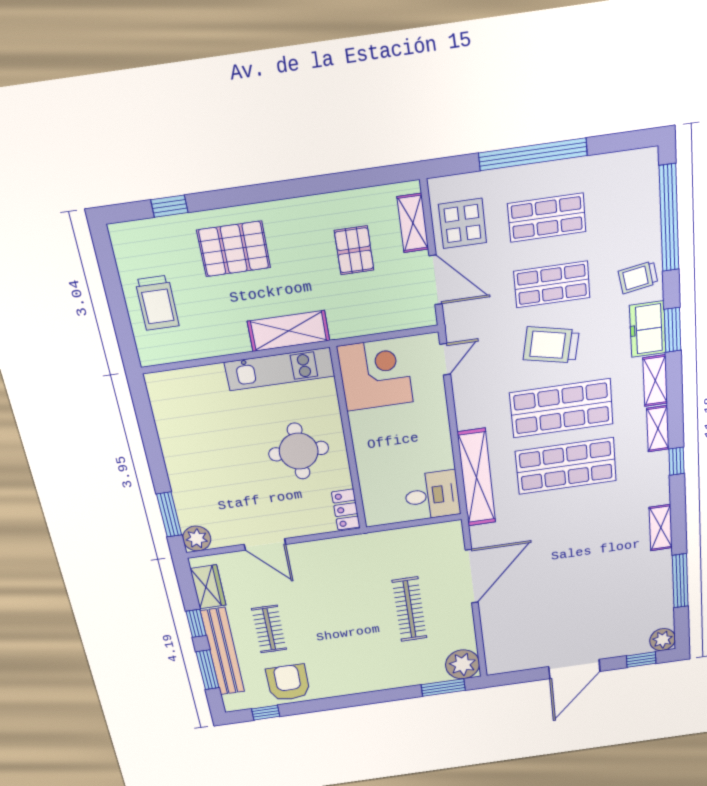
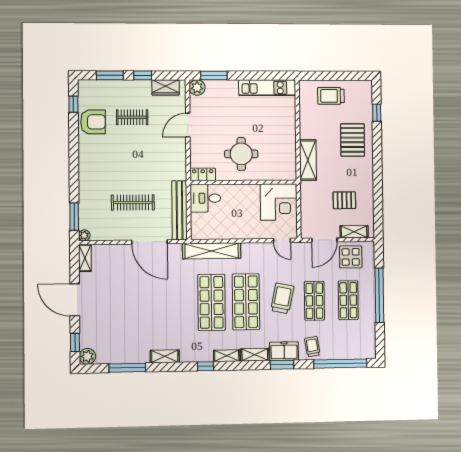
kitchen unit: (280, 369) -> (267, 88), moved, turned -90
desk: (432, 495) -> (205, 198), moved, turned 90
bench: (223, 652) -> (180, 210), moved, turned 90
plant: (463, 664) -> (84, 235), width x0.53, depth x0.53
shelving: (507, 664) -> (85, 258), added

